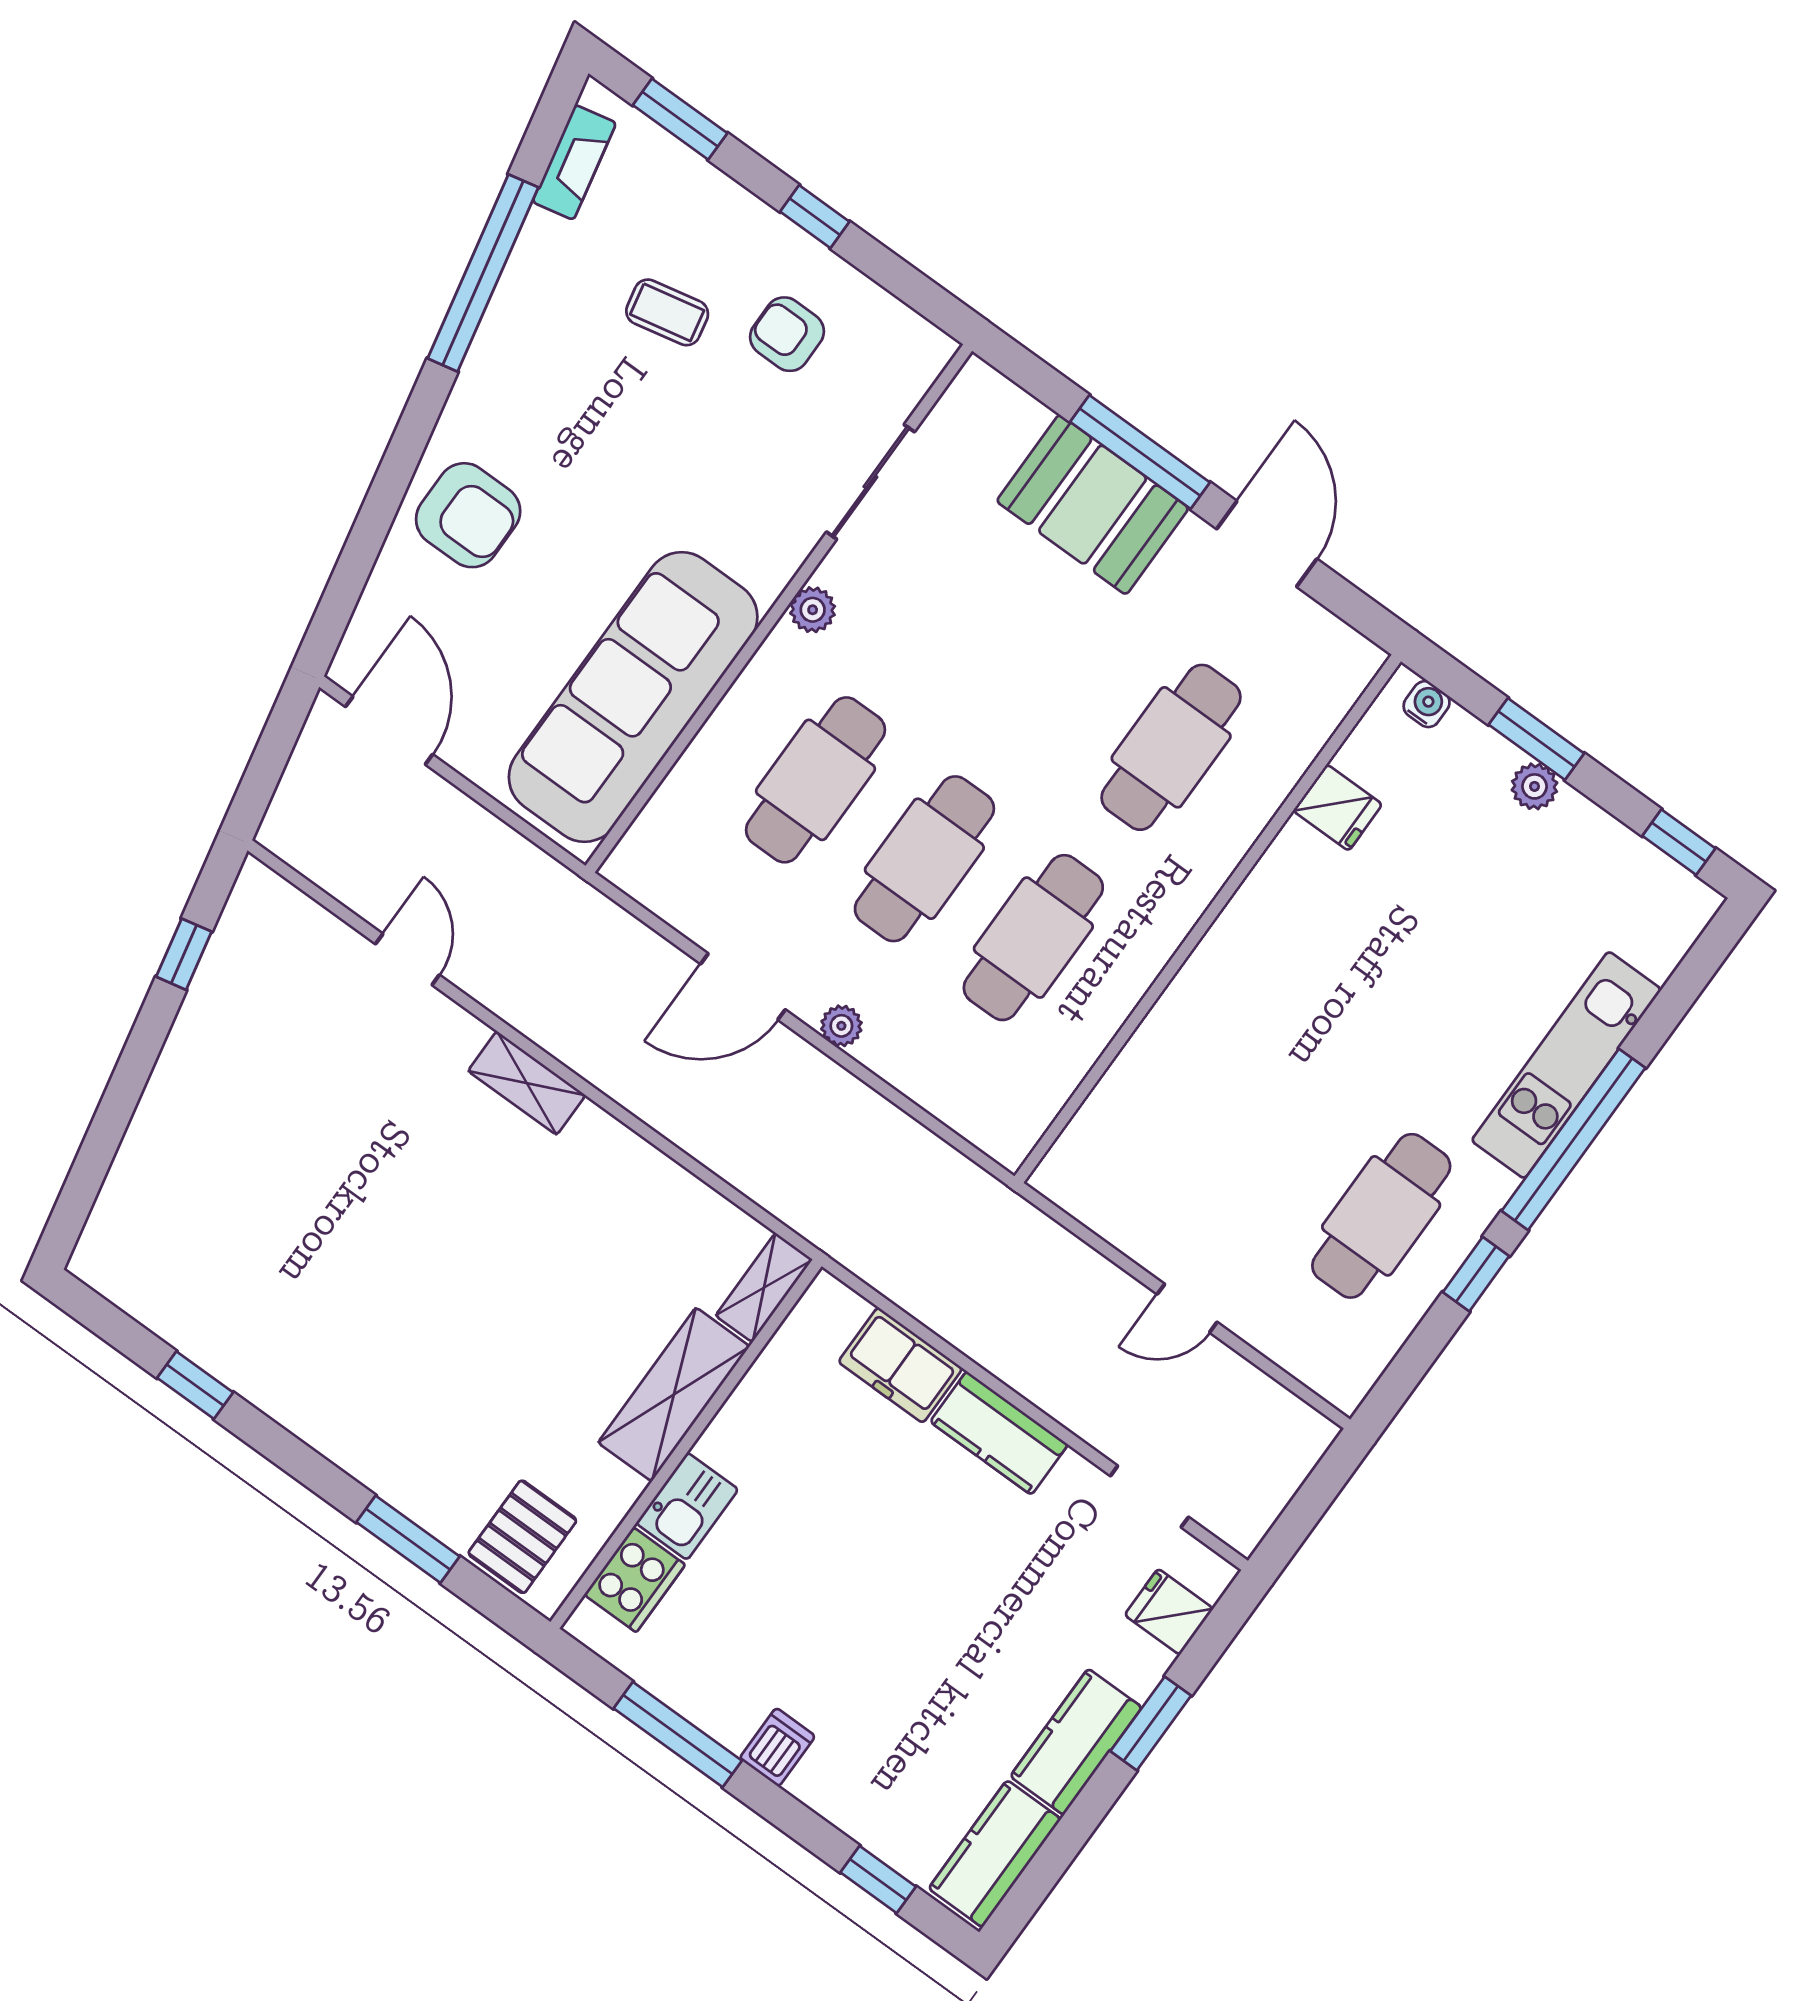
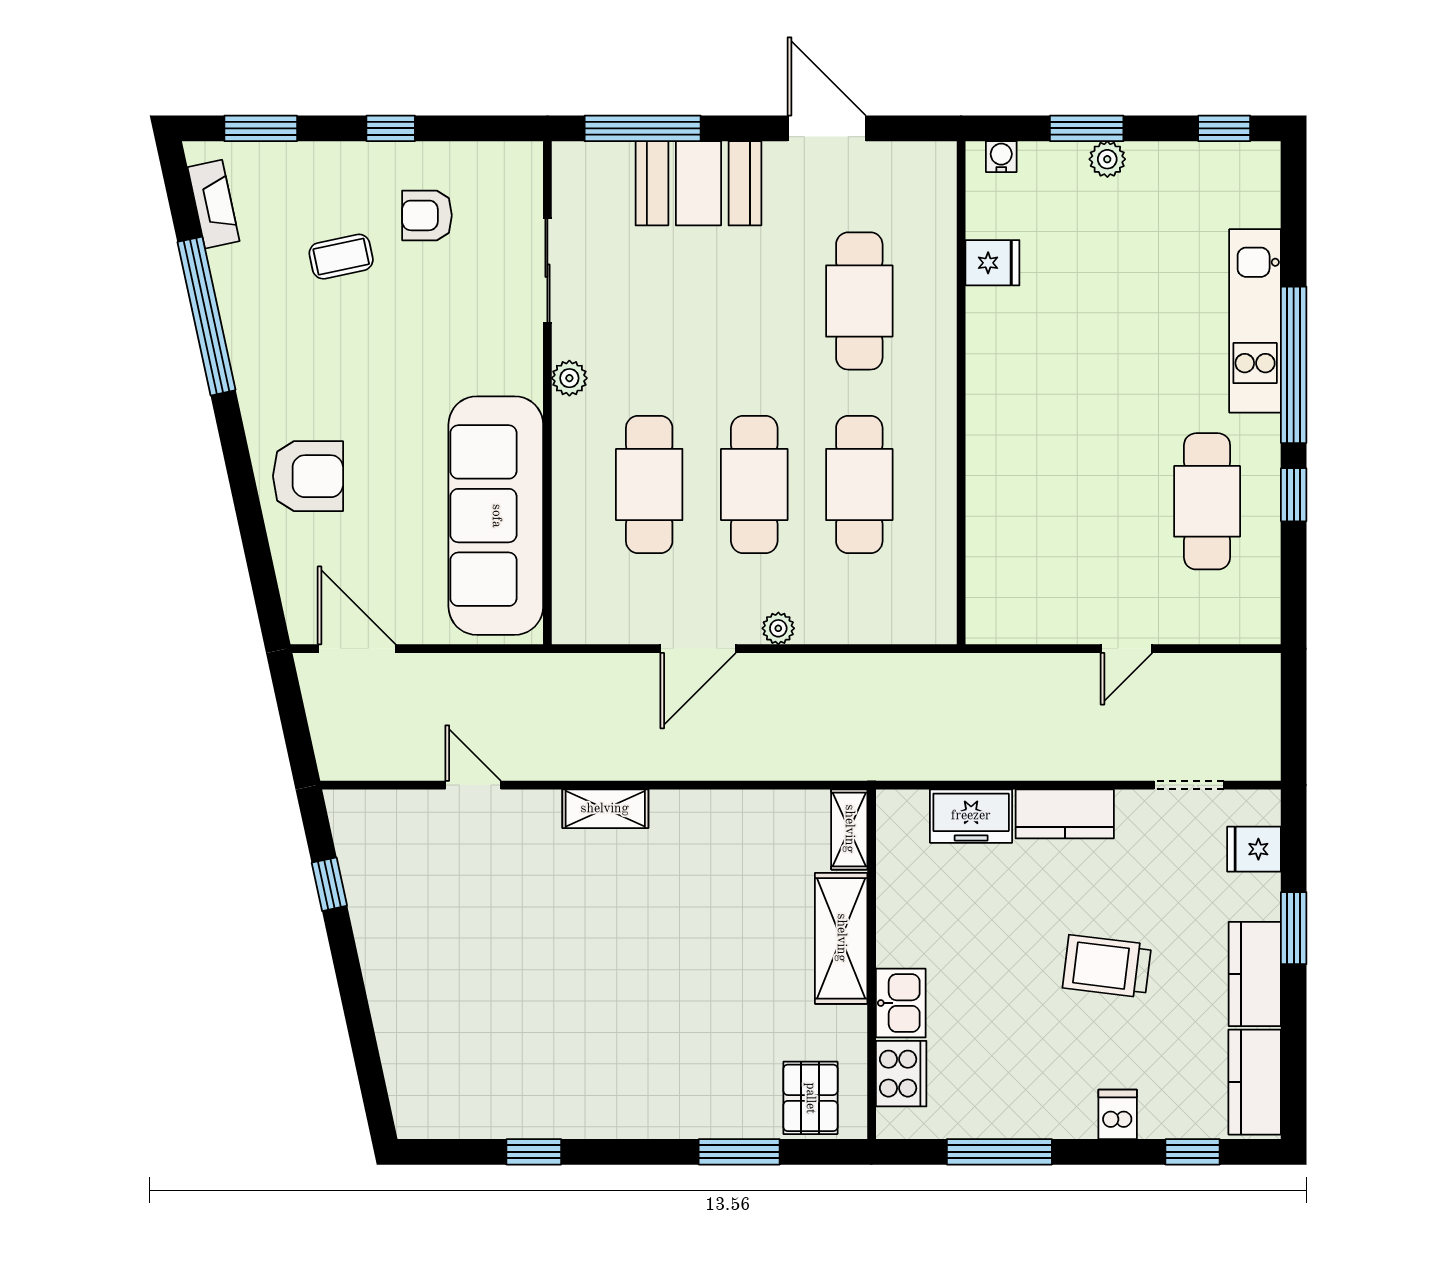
window: (1140, 452) -> (643, 128), moved
trolley: (928, 1623) -> (1107, 966), added
dishwasher: (777, 1747) -> (1118, 1114), moved

